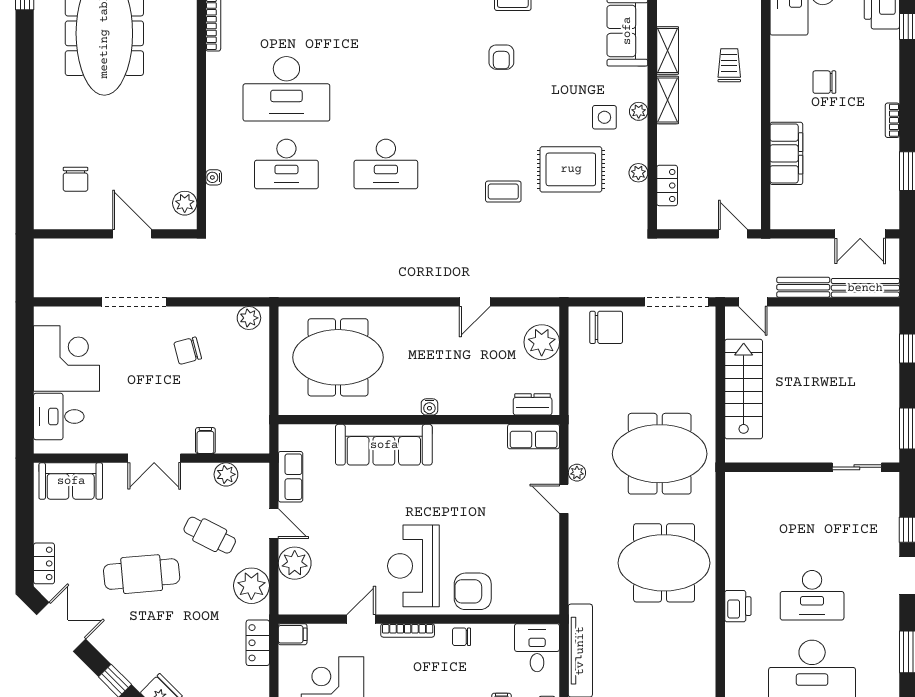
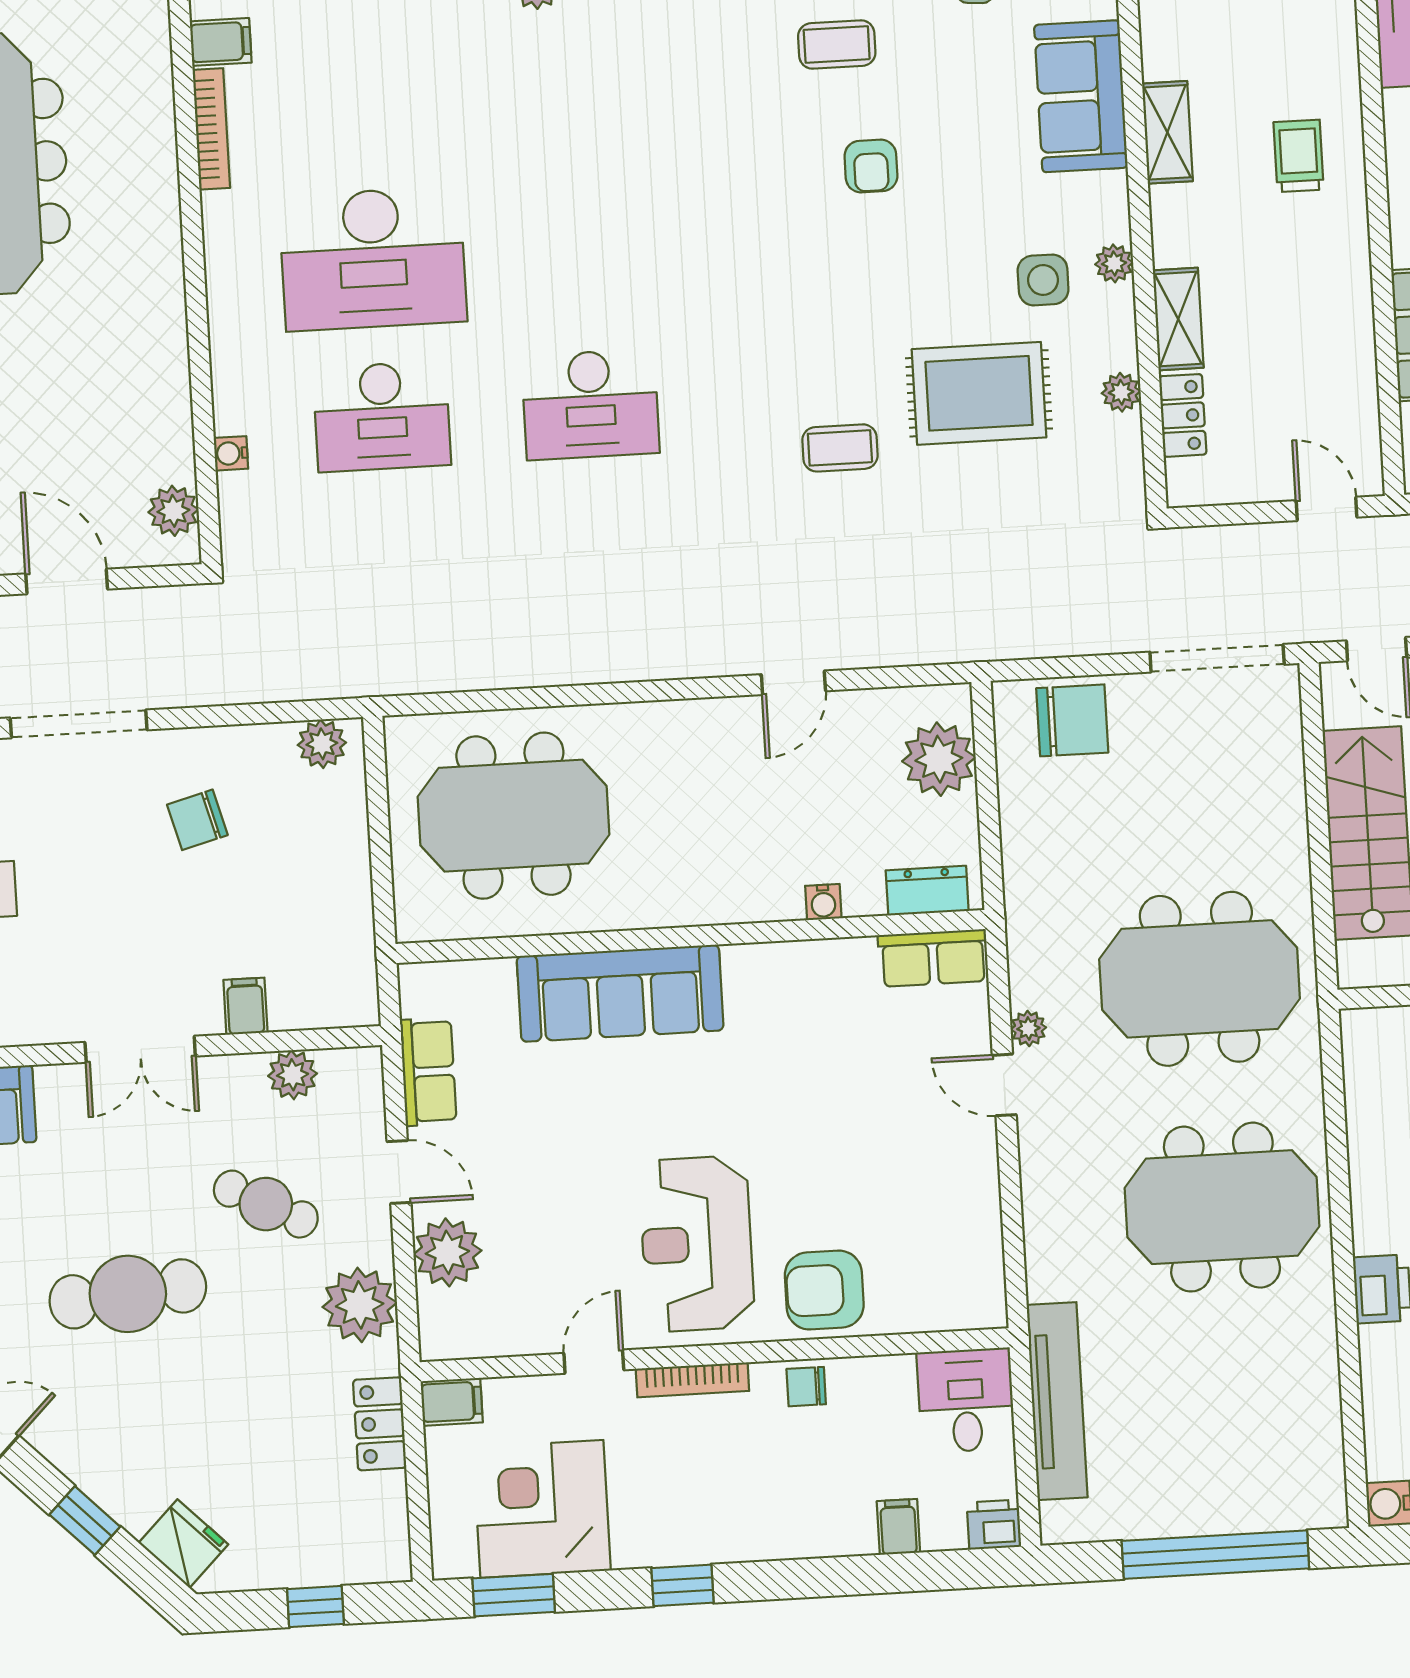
armchair: (501, 57) -> (871, 166), moved
shelving: (668, 100) -> (1178, 319), moved
water cooler: (429, 407) -> (823, 902), moved

